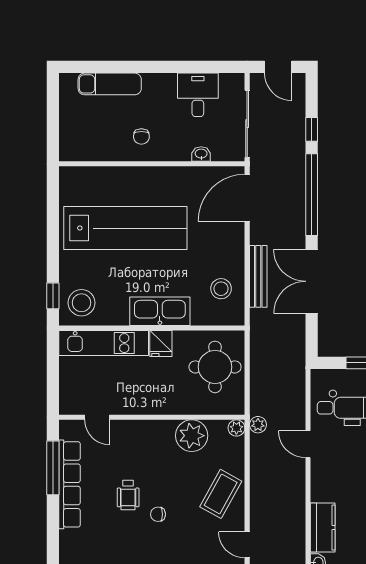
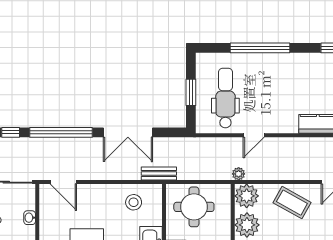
door: (247, 198) -> (63, 182), width x0.73
bench: (258, 276) -> (159, 174), moved, width x0.73
plant: (236, 428) -> (247, 196), width x1.87, depth x1.87

